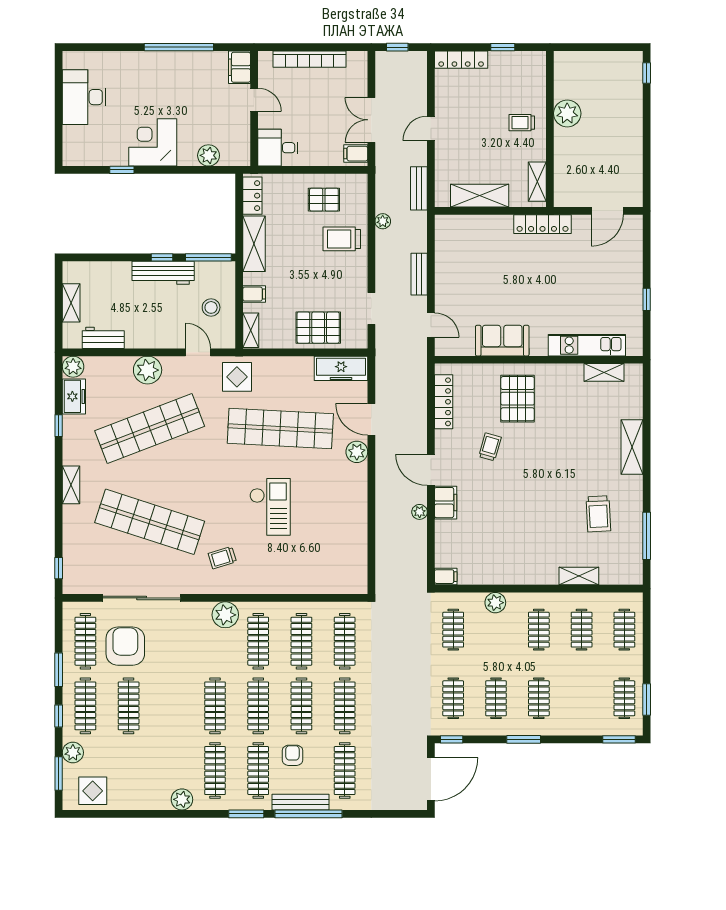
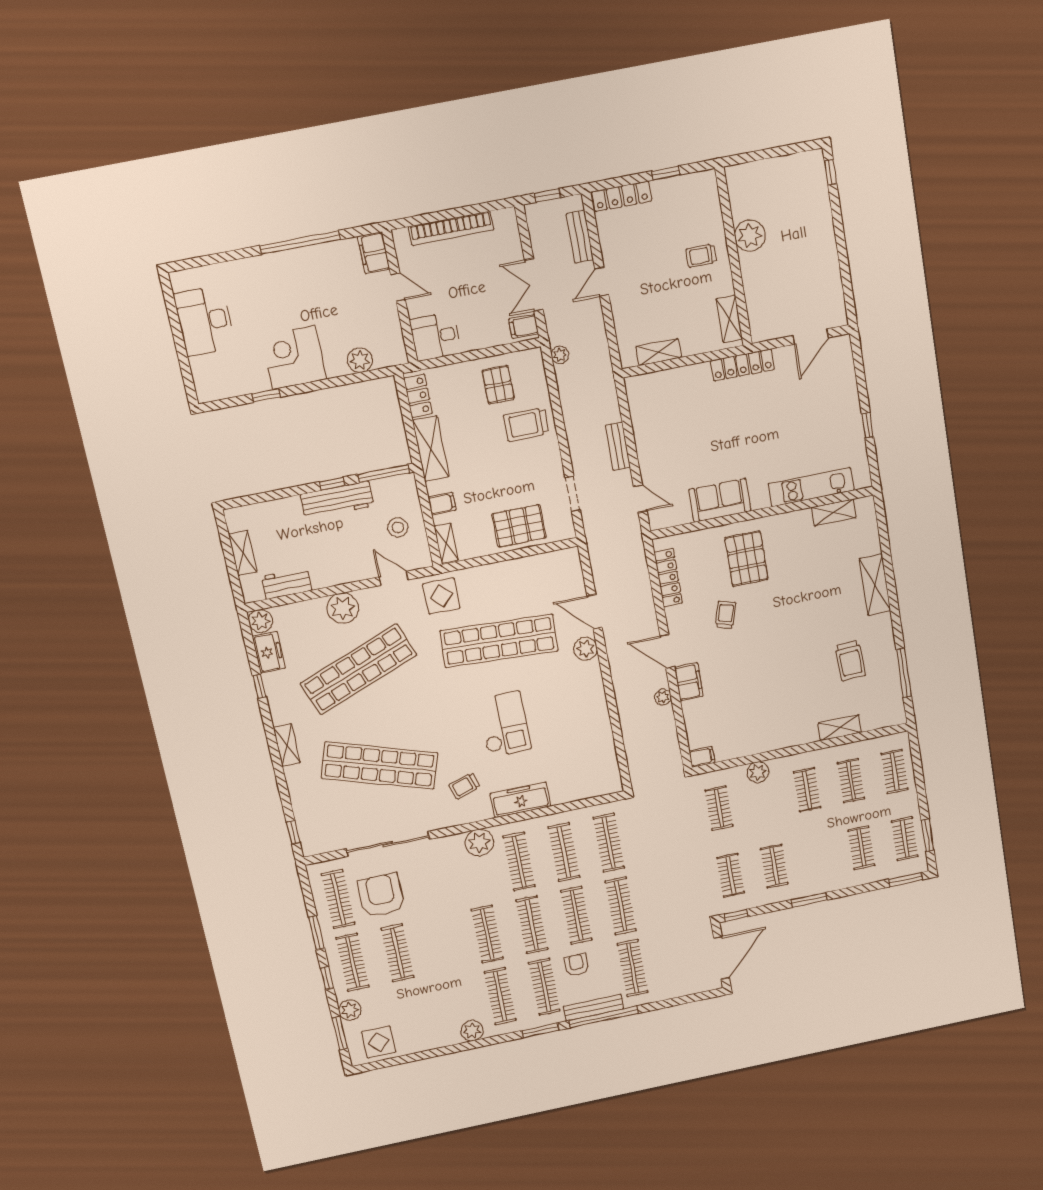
bench: (419, 188) -> (580, 237), moved
shelving: (480, 196) -> (659, 352), width x0.67, depth x0.75
pallet: (324, 200) -> (498, 385), turned 90
plant: (383, 221) -> (560, 355), moved
freezer: (341, 368) -> (520, 800), moved, turned 180
clothes rail: (539, 698) -> (861, 848), moved

